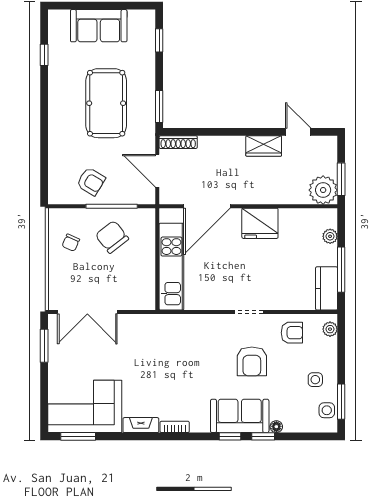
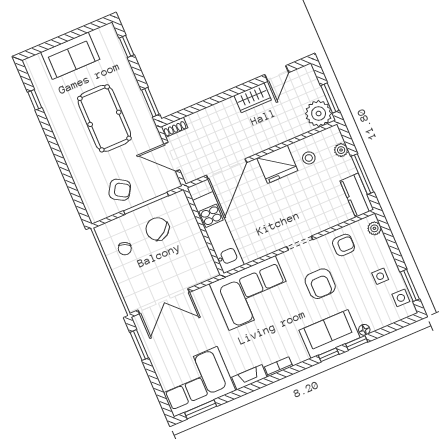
door: (298, 132) -> (277, 74), swing flipped
shoe rack: (178, 142) -> (174, 127), width x0.70
stool: (294, 230) -> (309, 158), added
corner sofa: (180, 342) -> (252, 293), added

